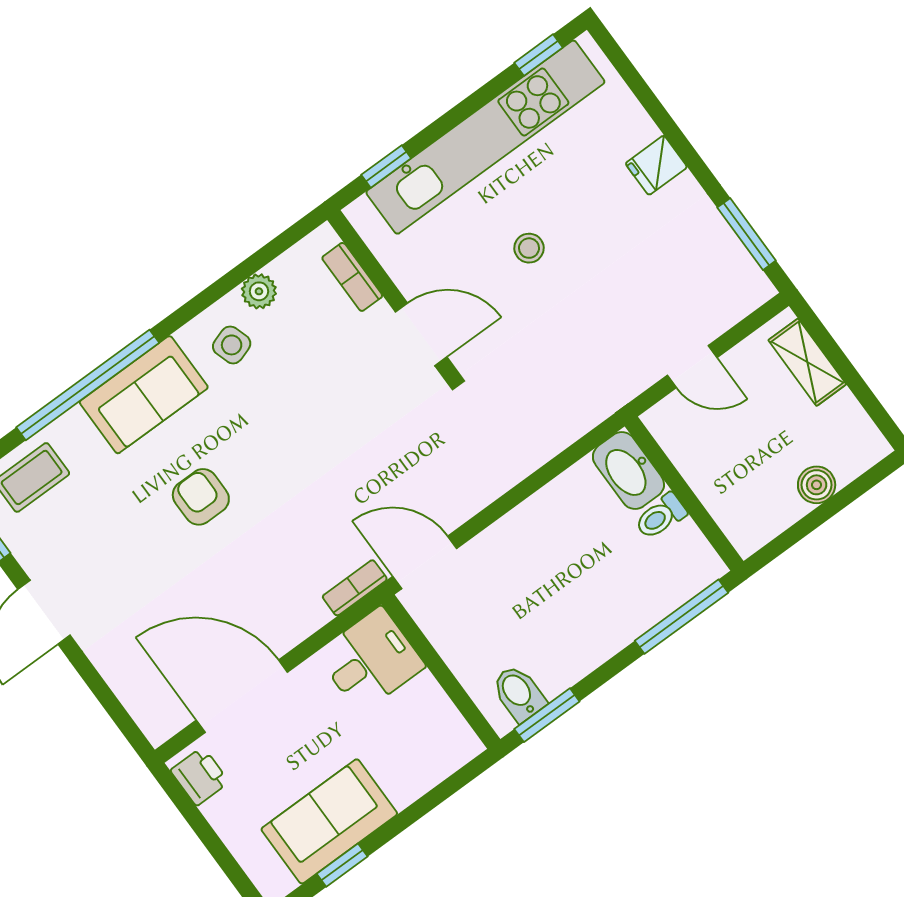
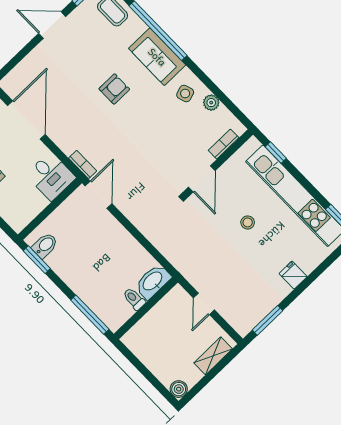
boiler: (817, 485) -> (179, 389), moved

